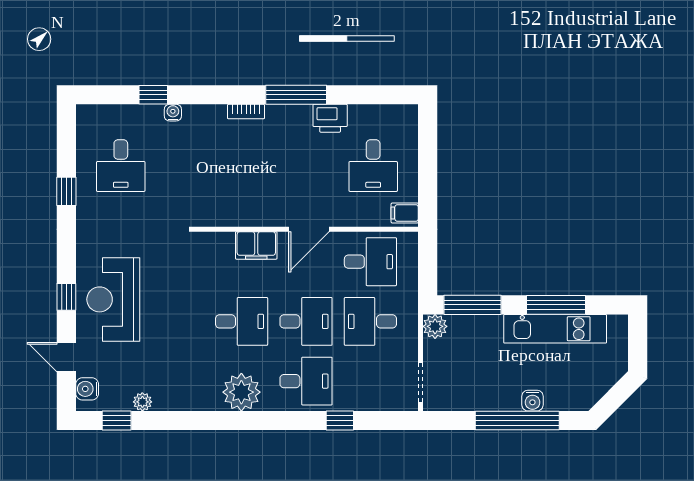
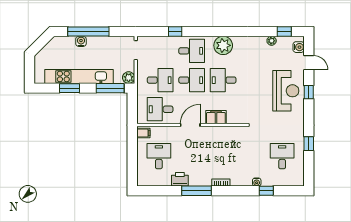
window: (556, 305) -> (70, 88), width x0.69
desk: (306, 321) -> (192, 80), turned 180
kitchen unit: (555, 329) -> (79, 76), width x1.36
desk: (306, 381) -> (192, 51), turned 180

